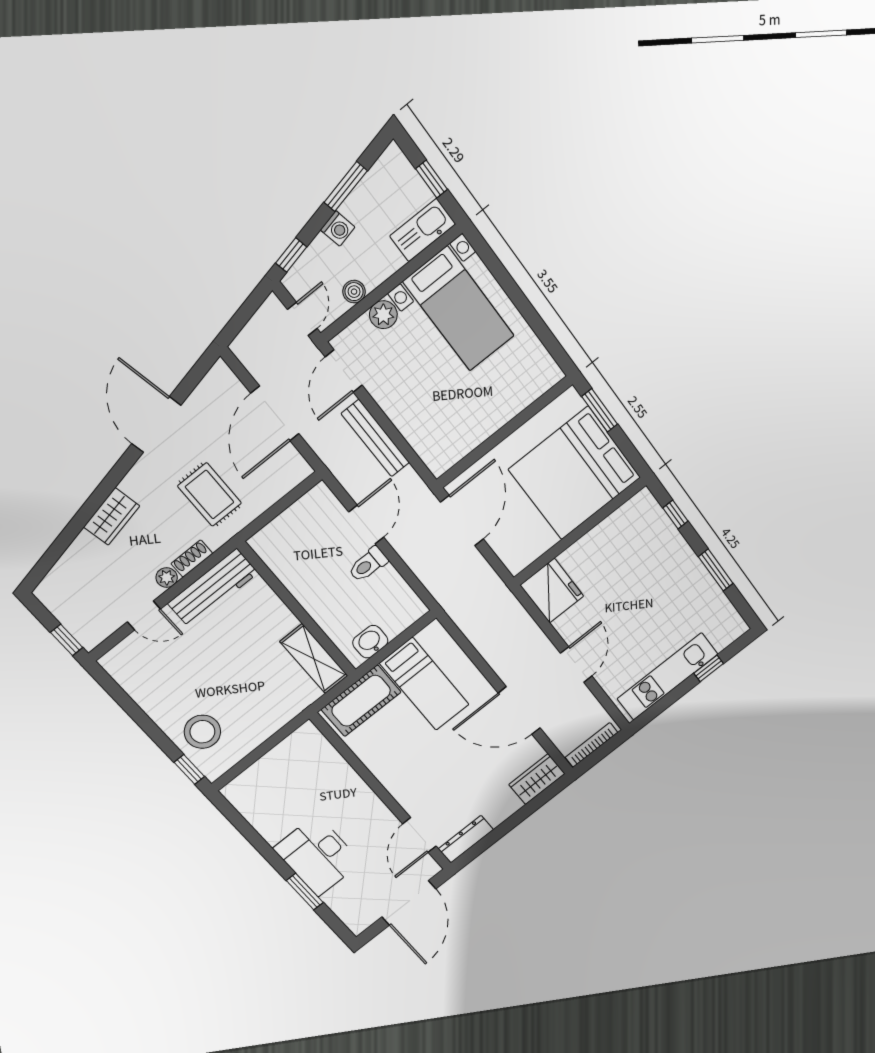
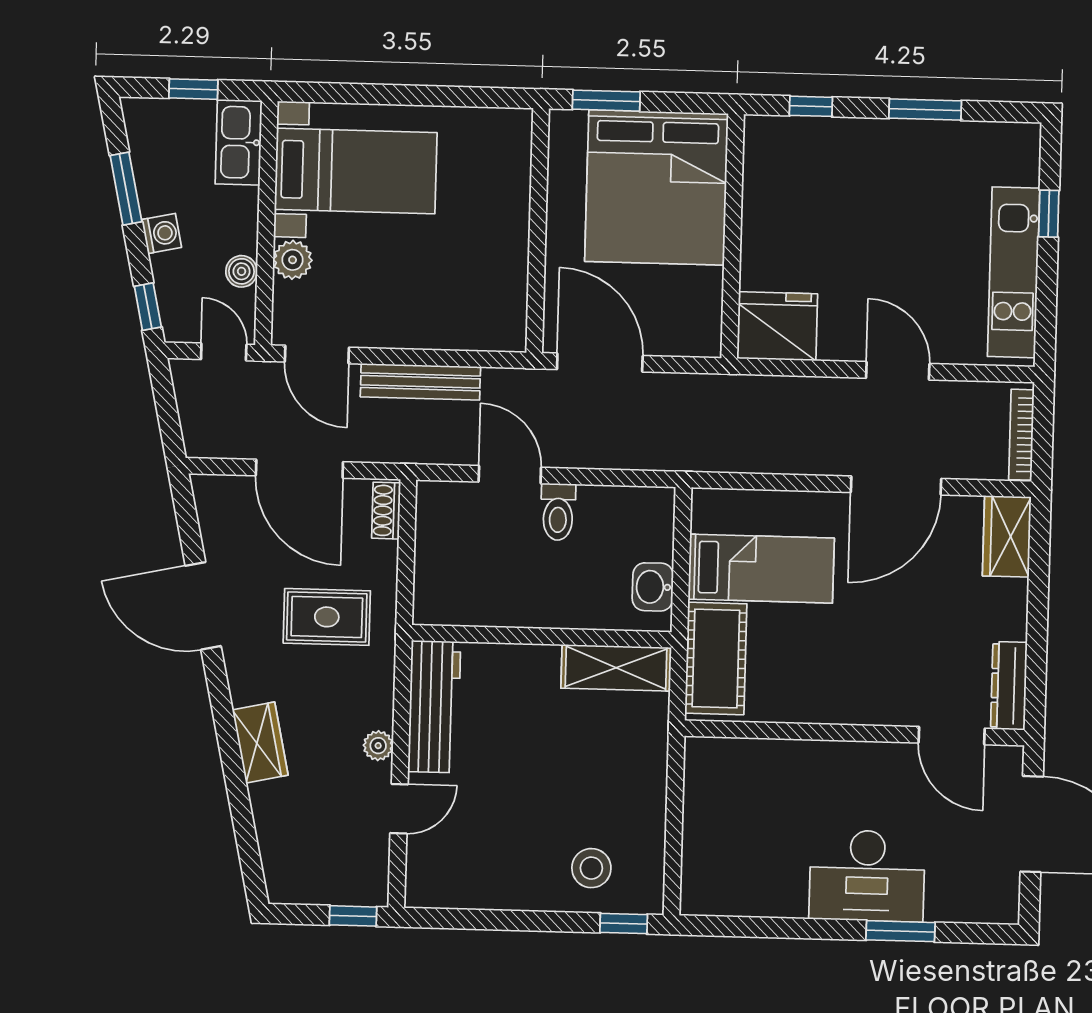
shoe rack: (192, 559) -> (386, 511), moved
stool: (202, 732) -> (591, 868), width x0.73, depth x0.73

